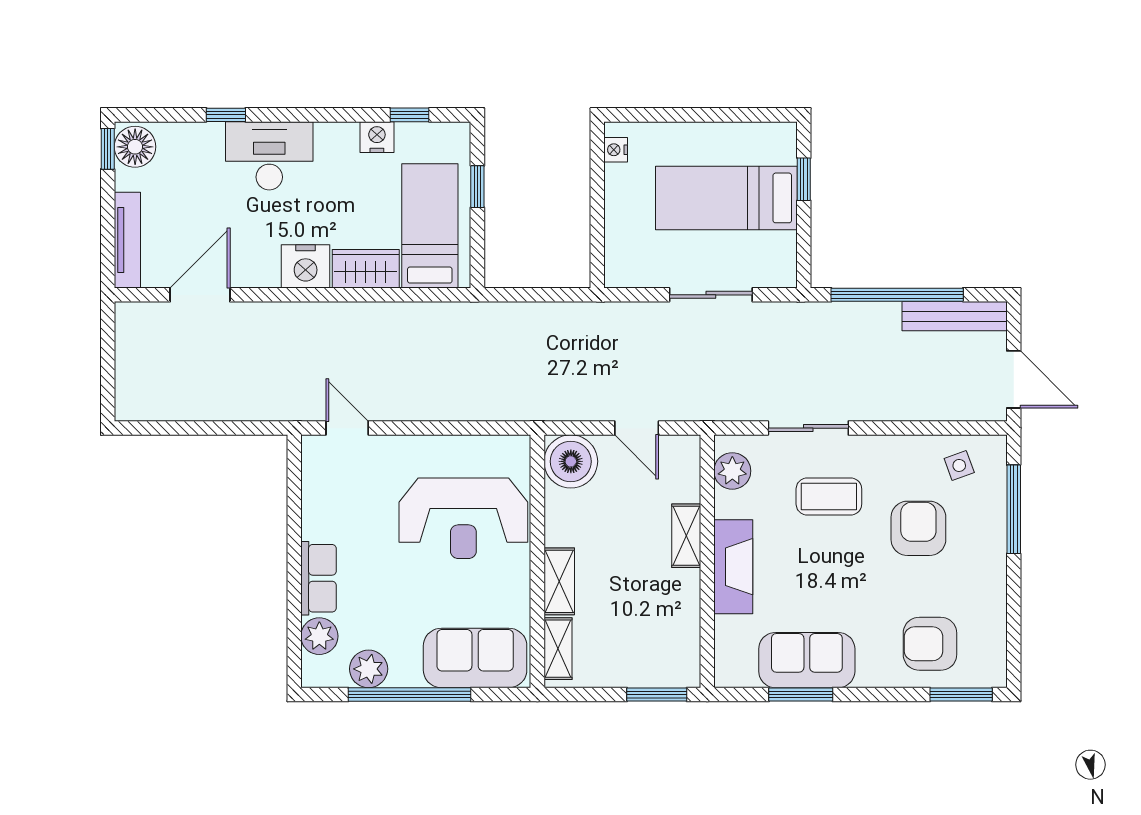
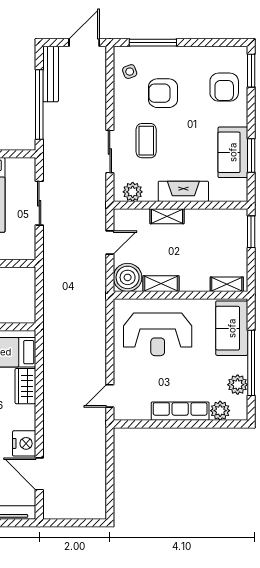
nightstand: (306, 266) -> (24, 443), moved
reception desk: (463, 518) -> (158, 334), turned 90
row of seats: (318, 578) -> (180, 411), width x1.48
shelving: (559, 581) -> (161, 284), moved

